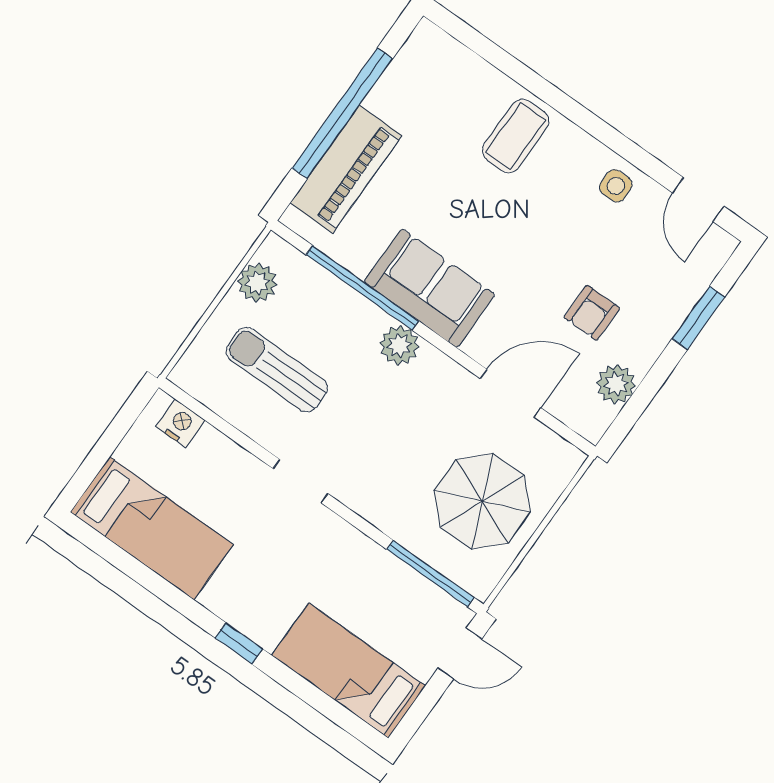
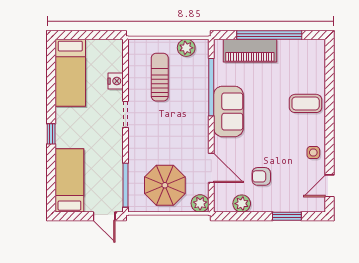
plant: (399, 345) -> (200, 203), moved
nightstand: (180, 423) -> (116, 81), moved

